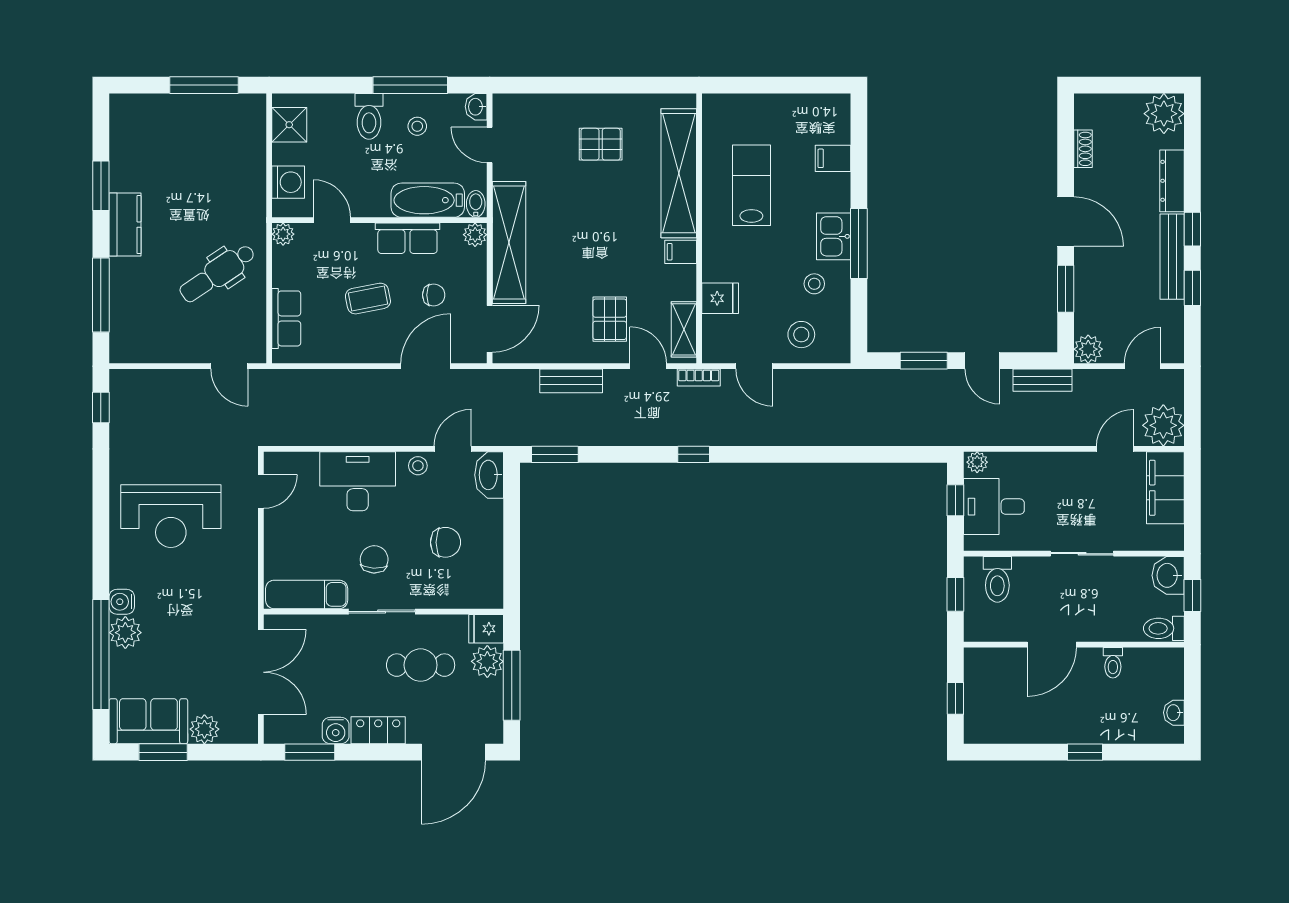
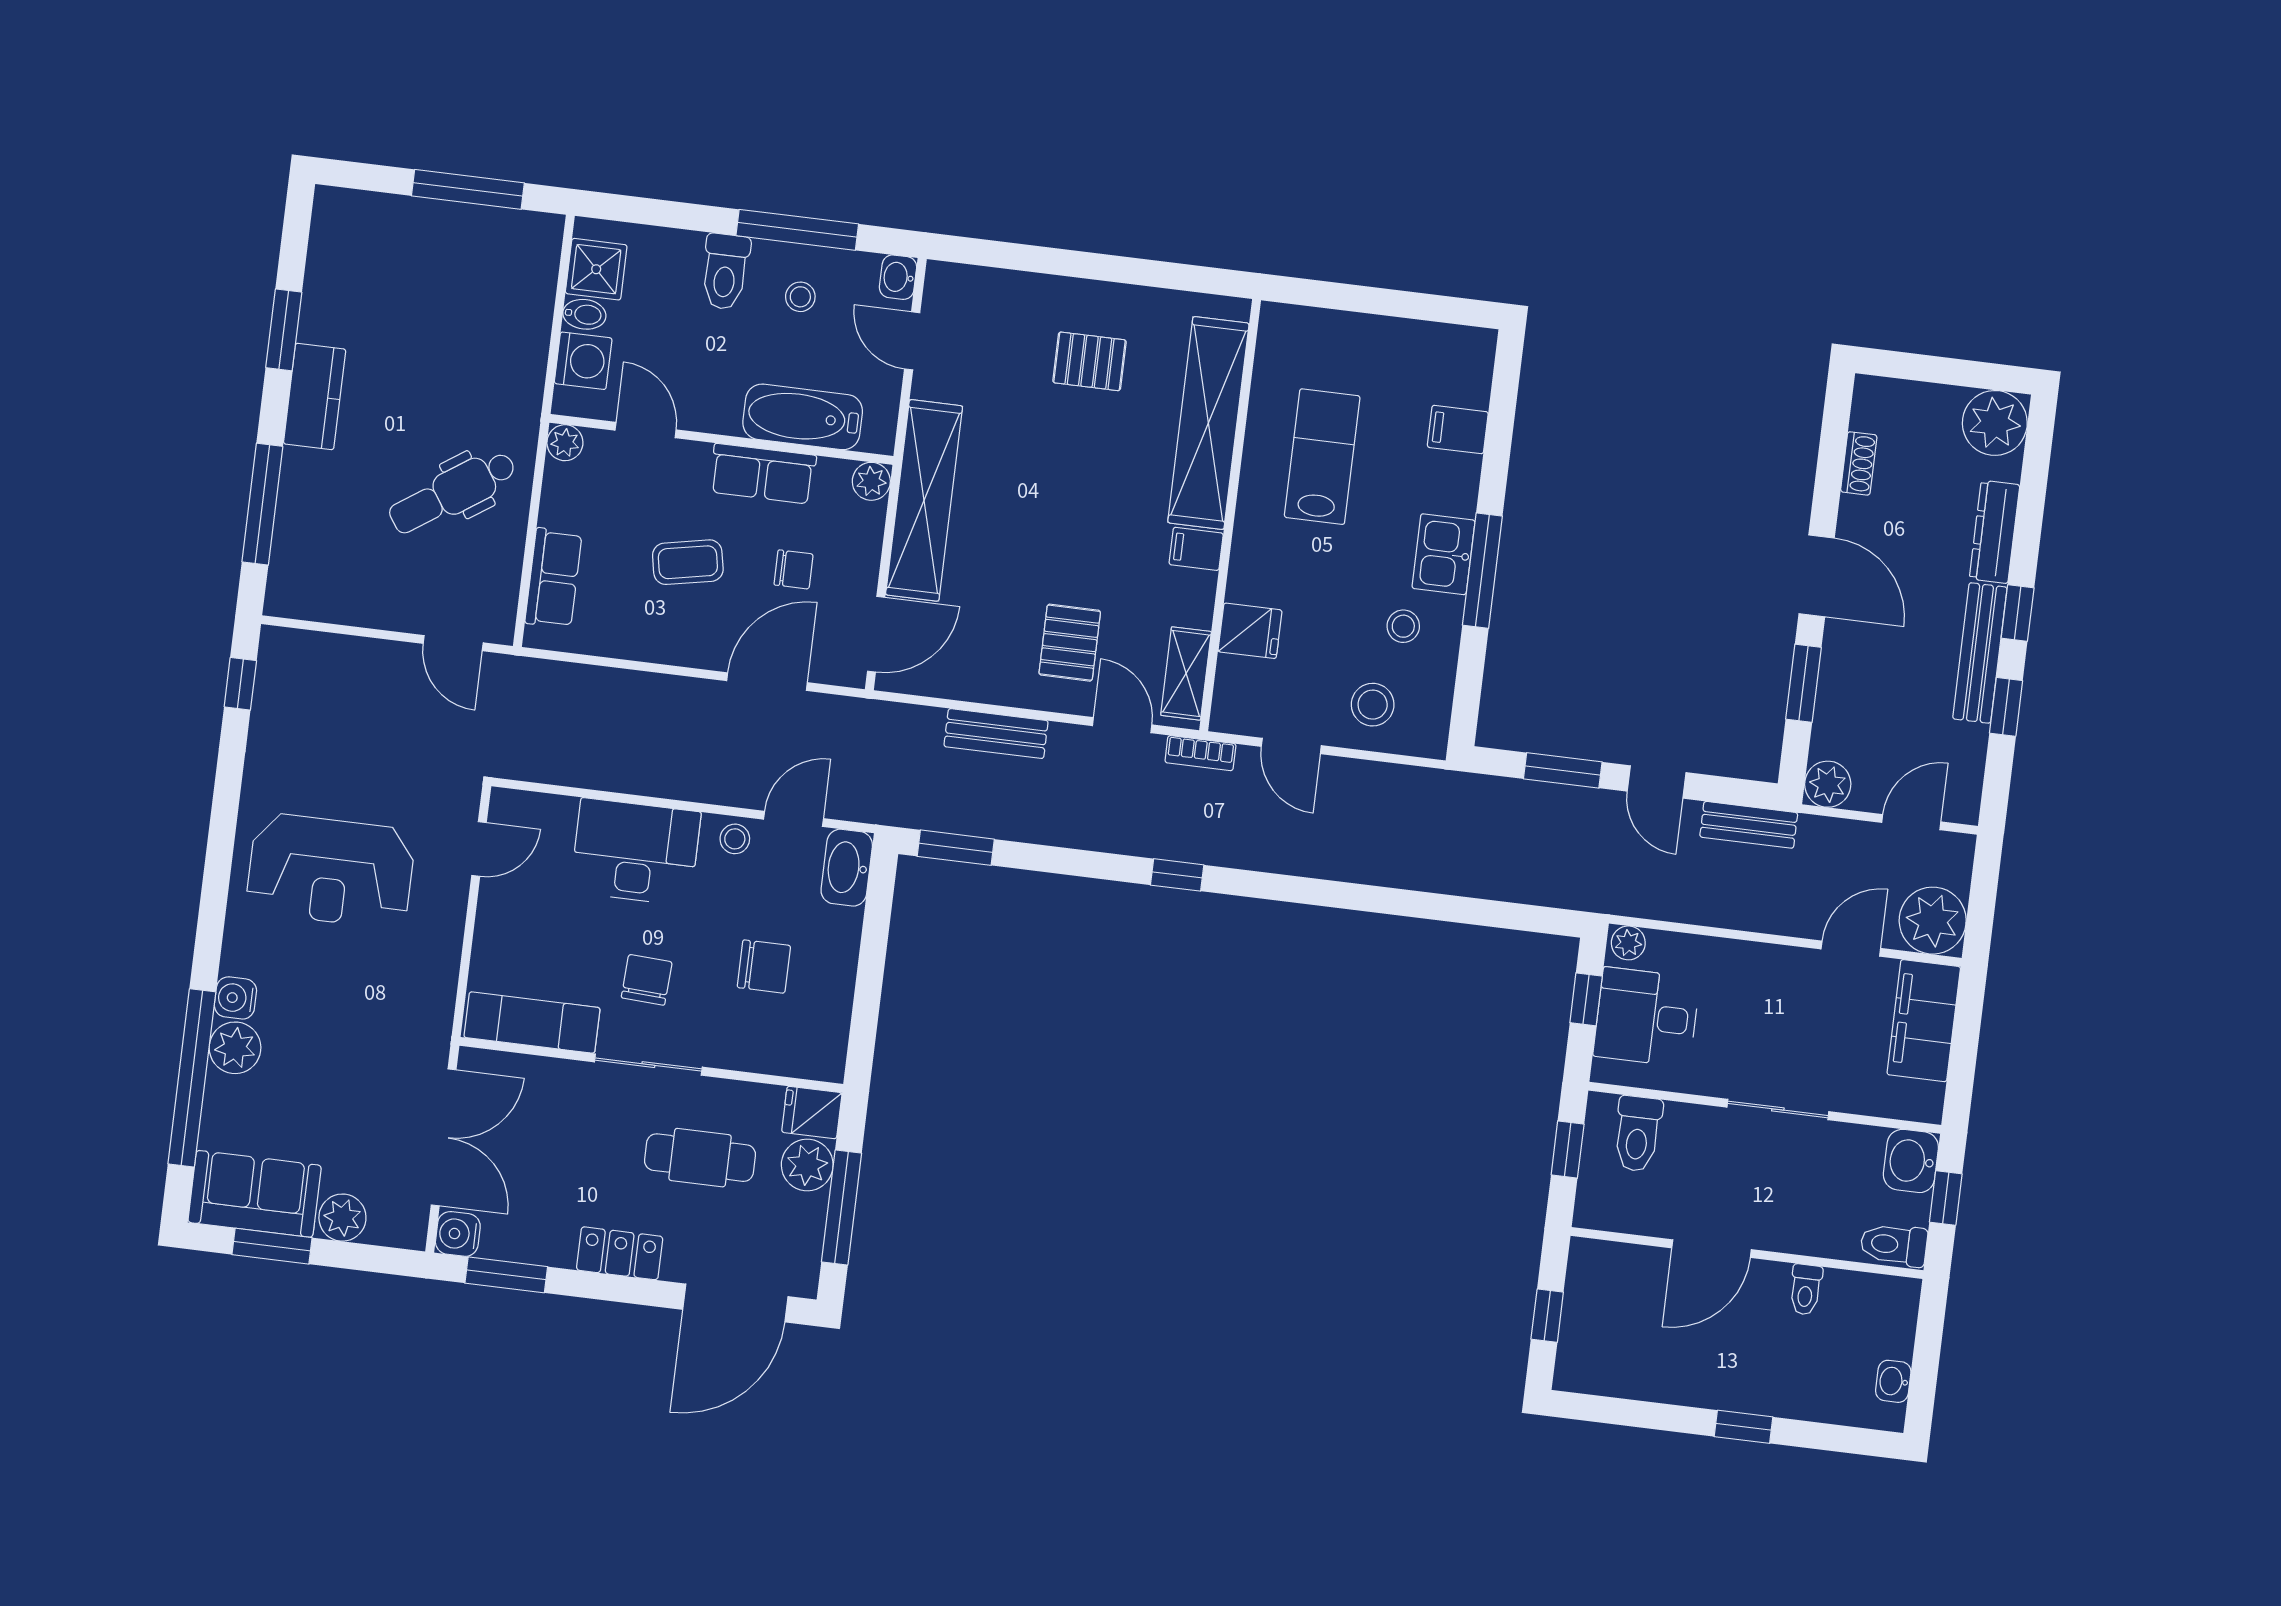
bidet: (476, 204) -> (584, 314), moved, turned 90
water cooler: (336, 730) -> (458, 1234), moved, turned 90

